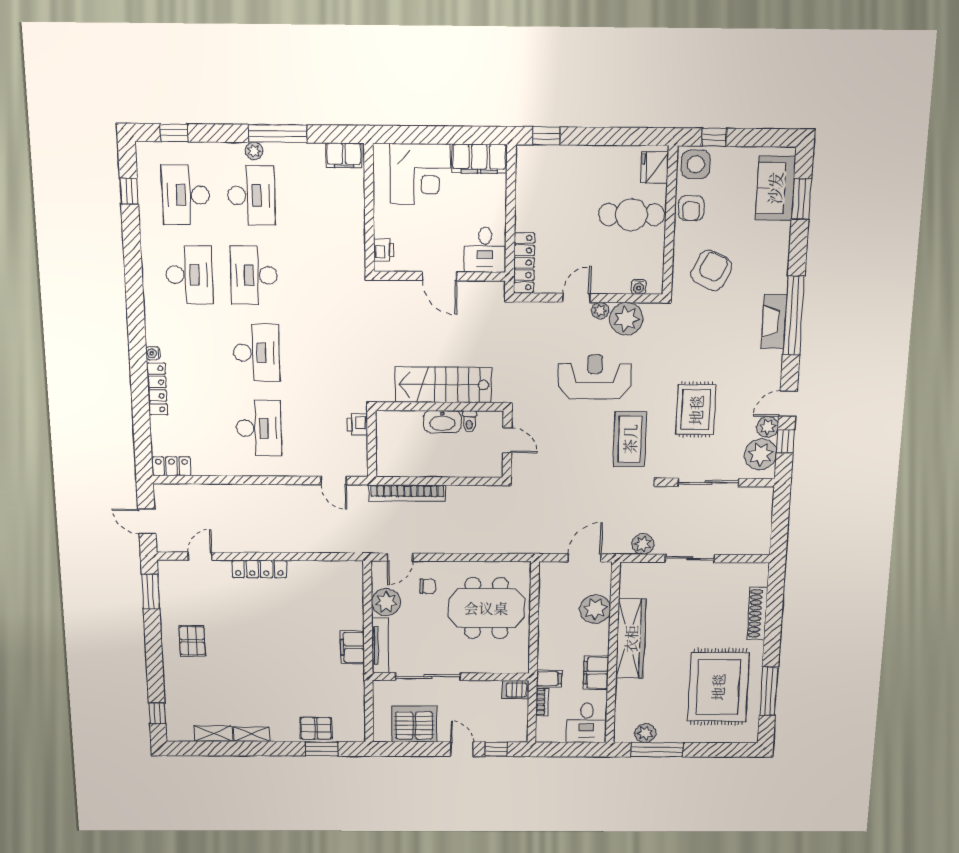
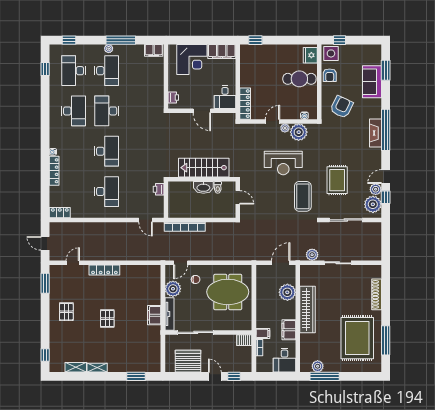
sofa: (775, 188) -> (372, 82), moved
reception desk: (595, 377) -> (283, 163), turned 180
pallet: (316, 728) -> (107, 319), moved, turned 90

